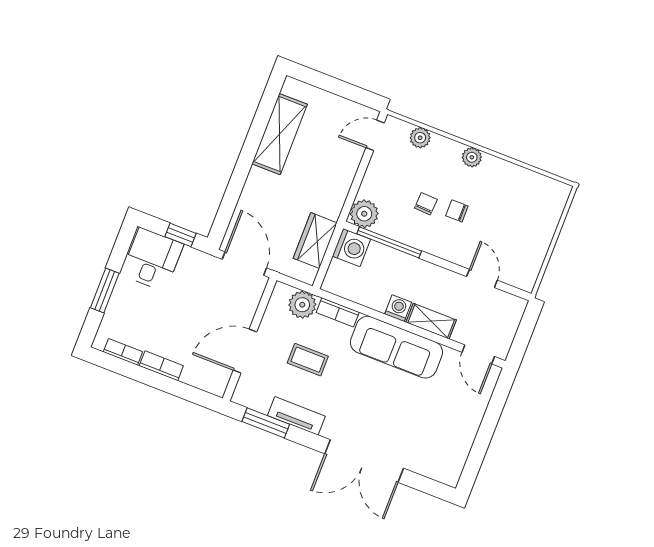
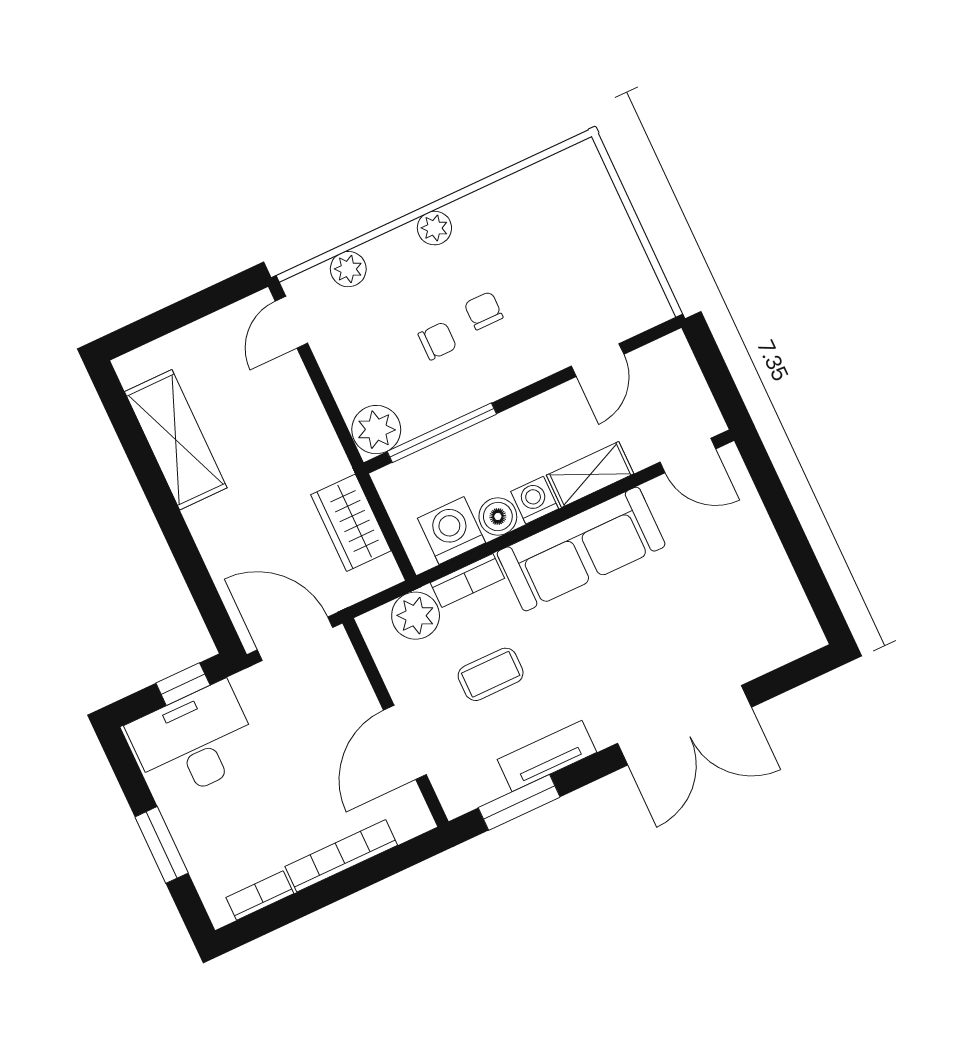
chair: (426, 204) -> (437, 341), turned 87
chair: (457, 211) -> (484, 311), turned 90
washing machine: (351, 248) -> (452, 530), moved, turned -90
desk: (152, 260) -> (194, 742), width x1.37
door: (482, 278) -> (598, 360), swing flipped
boiler: (377, 299) -> (498, 516), added
bookcase: (161, 366) -> (341, 856), width x1.56

